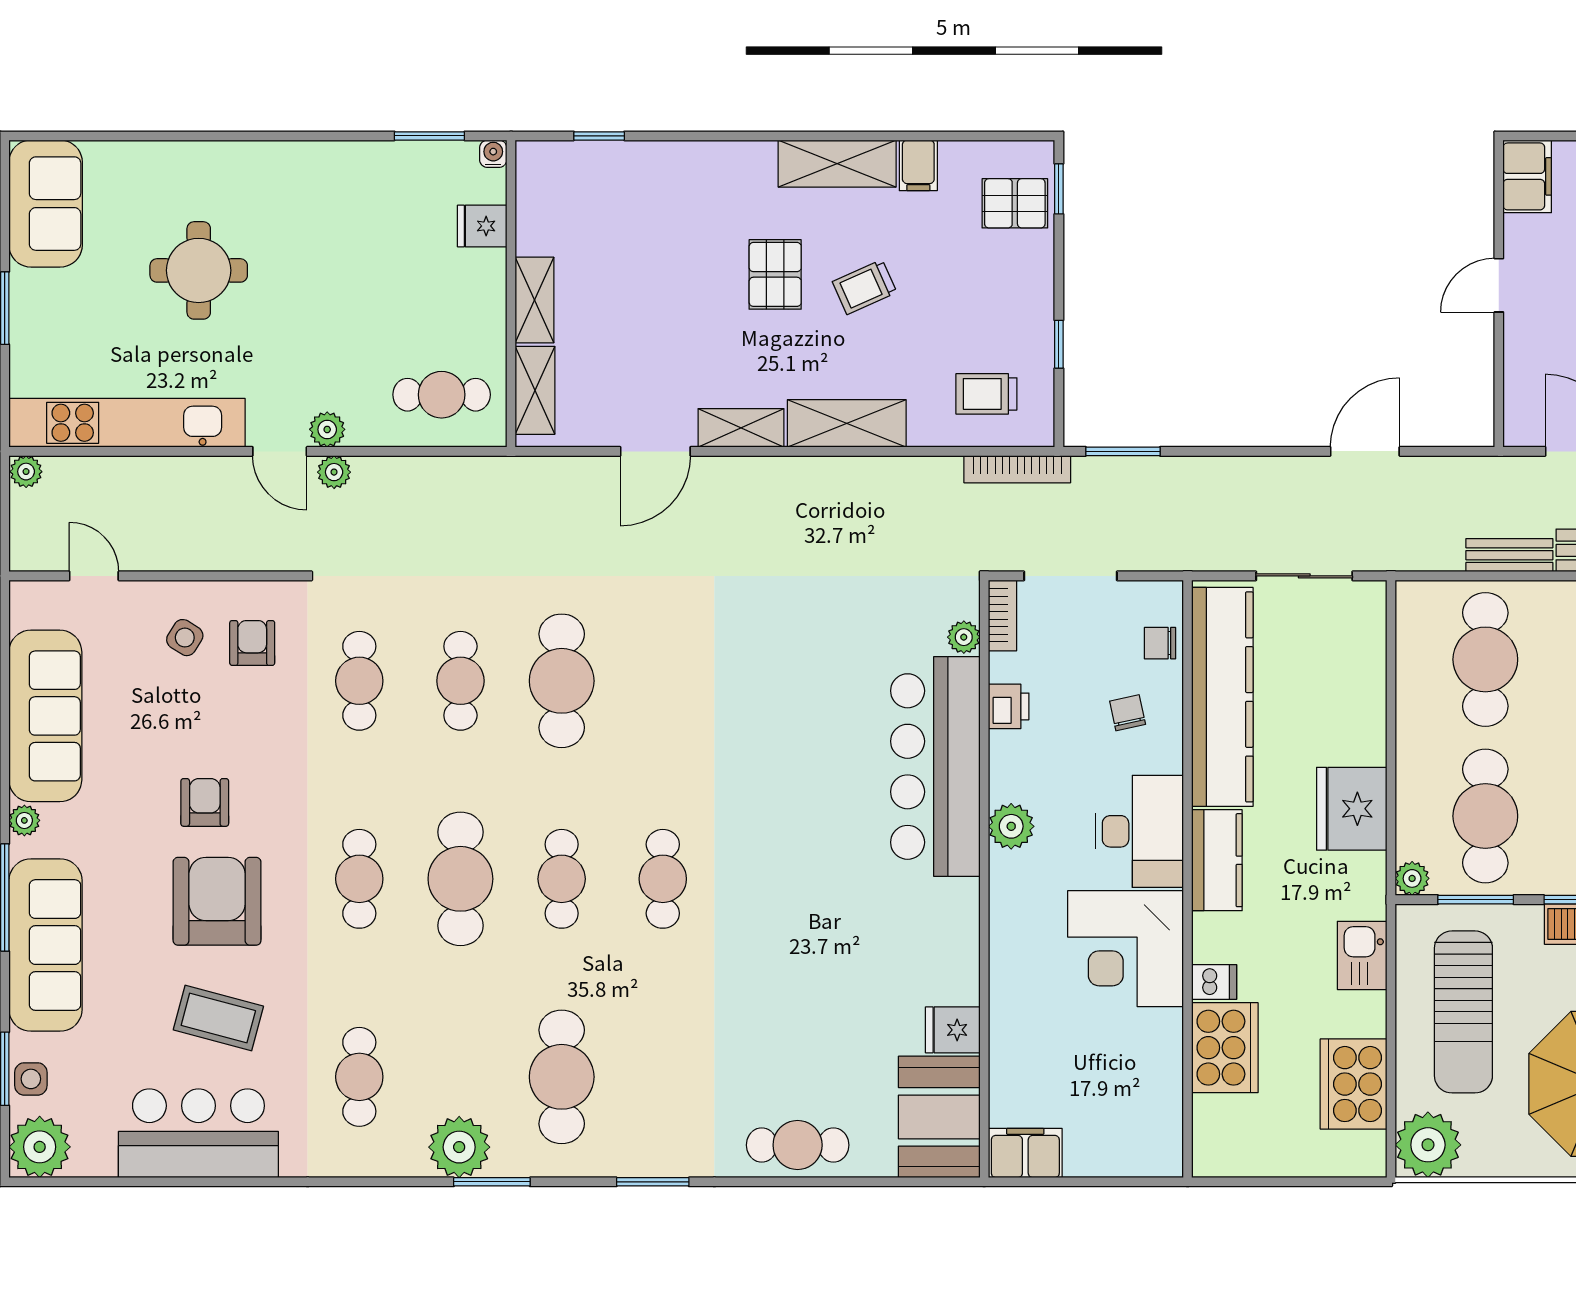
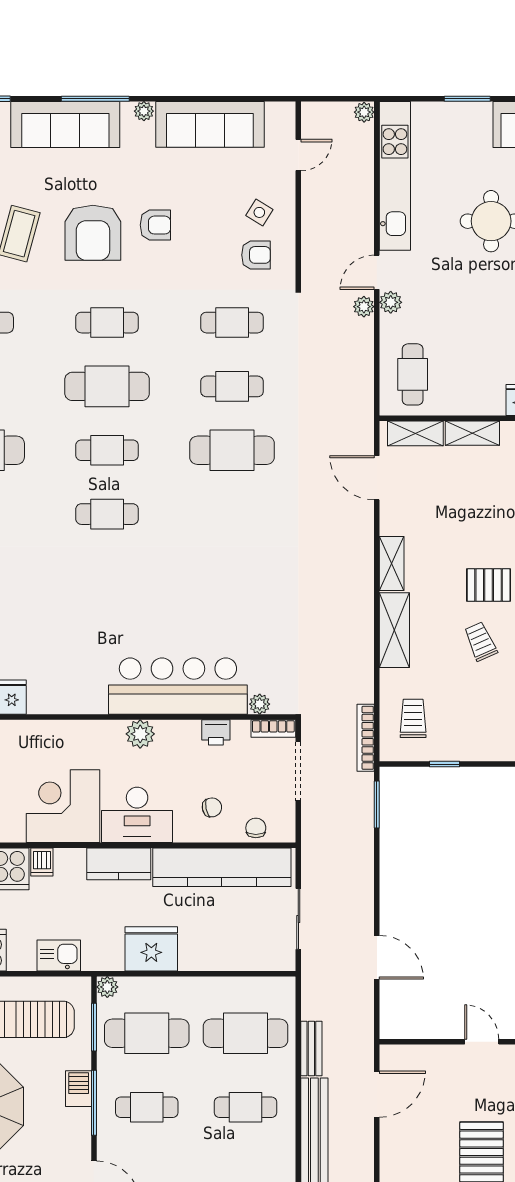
door: (655, 451) -> (377, 478), moved
armchair: (217, 901) -> (93, 233), turned 90

